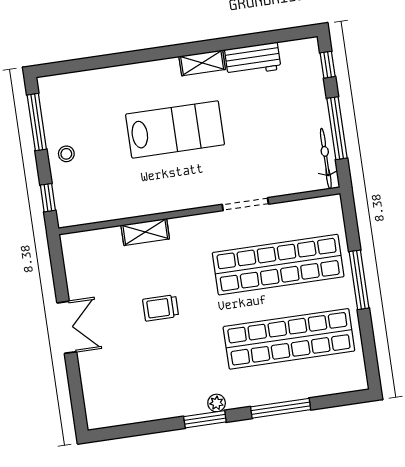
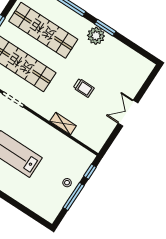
window: (37, 122) -> (74, 197), moved
plant: (217, 403) -> (96, 36), width x1.87, depth x1.87

